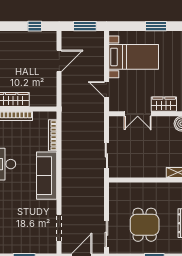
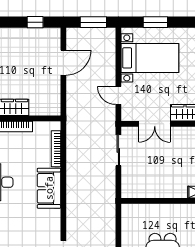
window: (156, 26) -> (155, 22), moved
sliding door: (106, 155) -> (118, 150), moved
sofa: (47, 176) -> (49, 188), width x0.73

